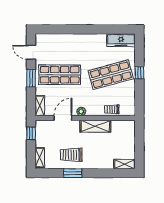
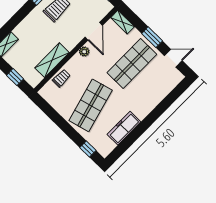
freezer: (121, 40) -> (124, 128), moved
window: (139, 73) -> (88, 149), moved
shelving: (95, 126) -> (52, 60), moved
window: (139, 139) -> (15, 77), added

